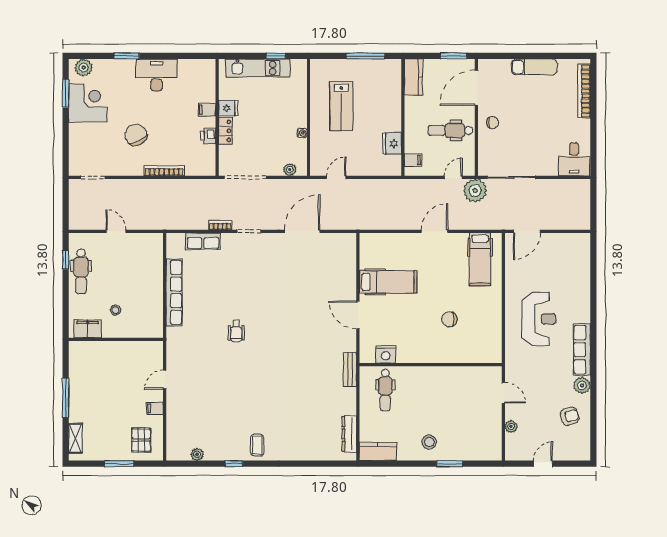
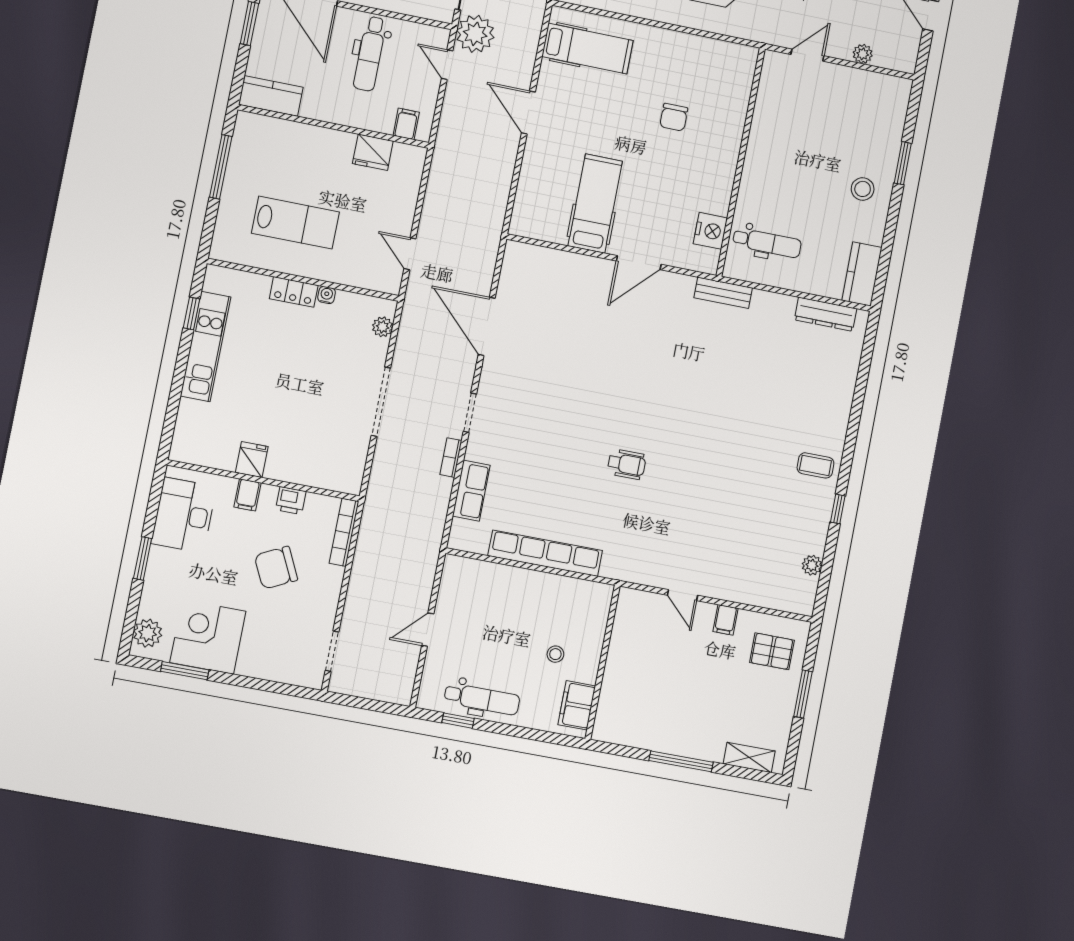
fridge: (228, 108) -> (252, 460), moved
filing cabinet: (207, 110) -> (247, 495), moved
wall: (217, 117) -> (263, 481), moved
locker: (225, 131) -> (294, 292), moved, turned 180
printer: (208, 136) -> (291, 501), moved

